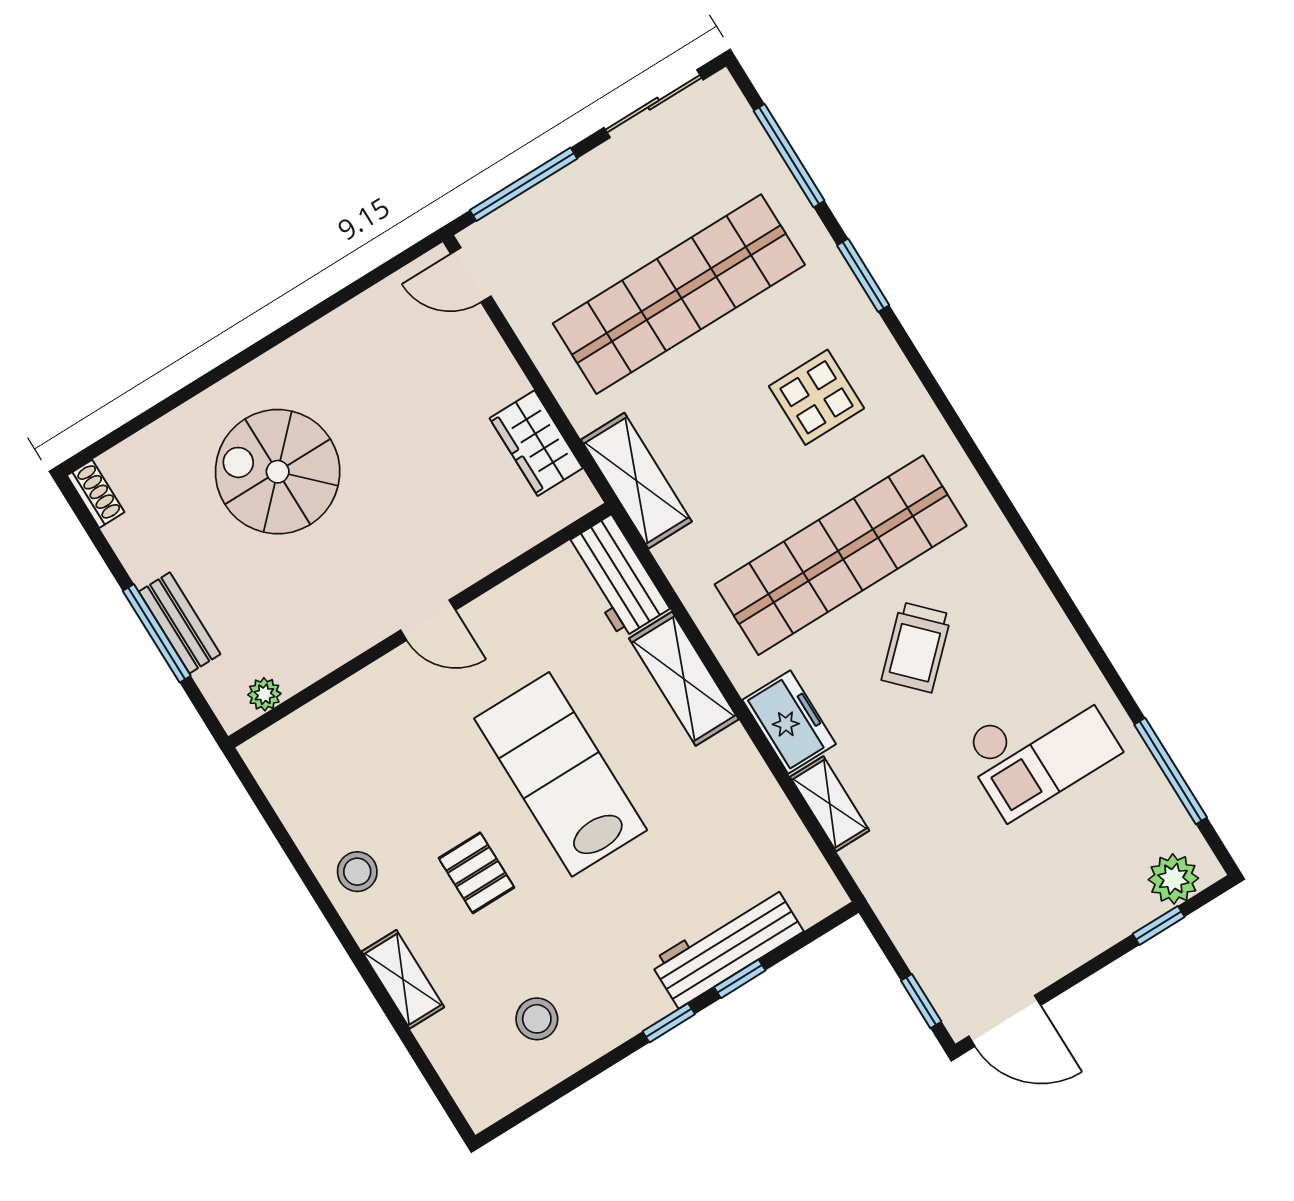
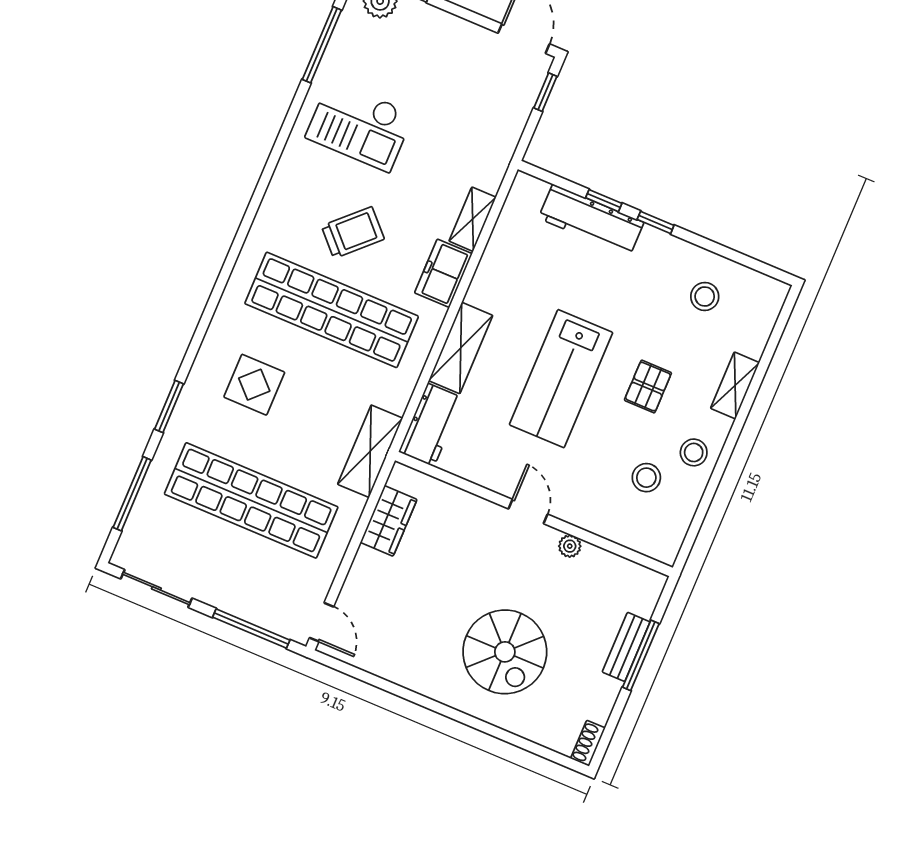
plant: (264, 694) -> (570, 546), moved
checkout: (1040, 747) -> (360, 126), turned 180
stool: (367, 793) -> (646, 478), added

